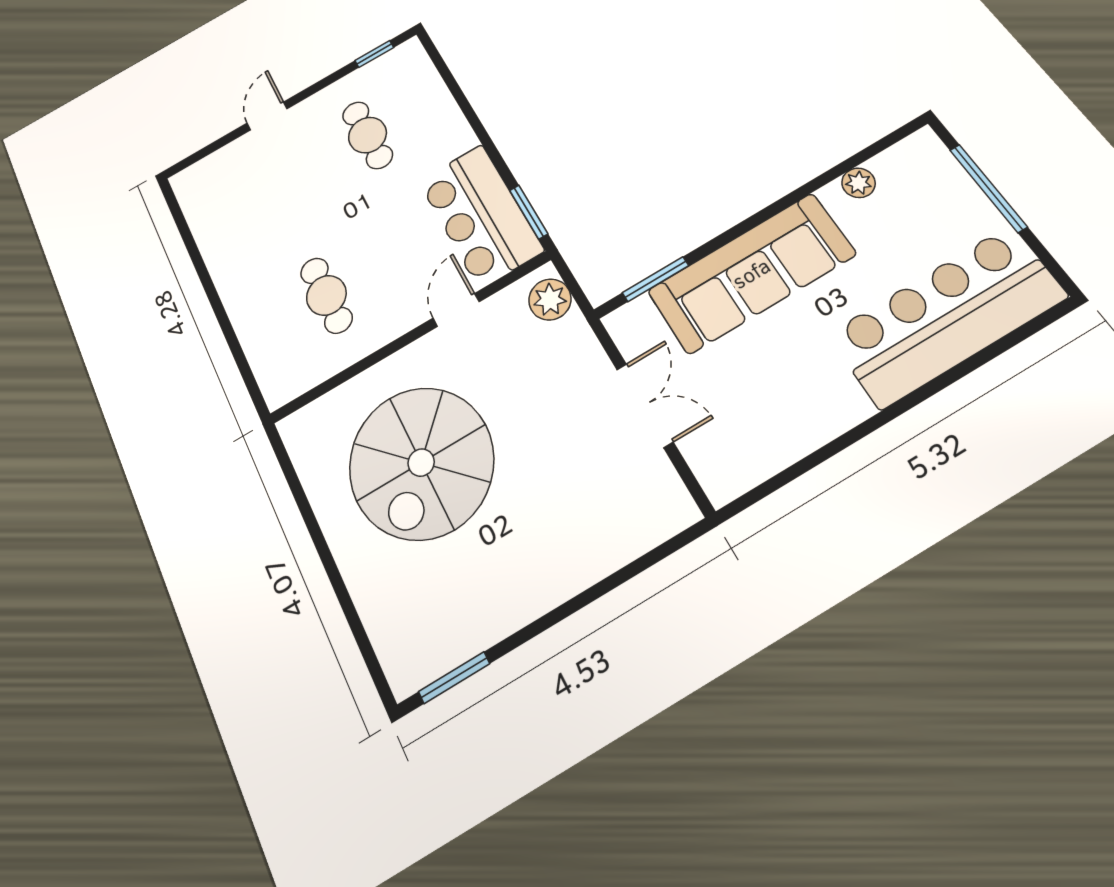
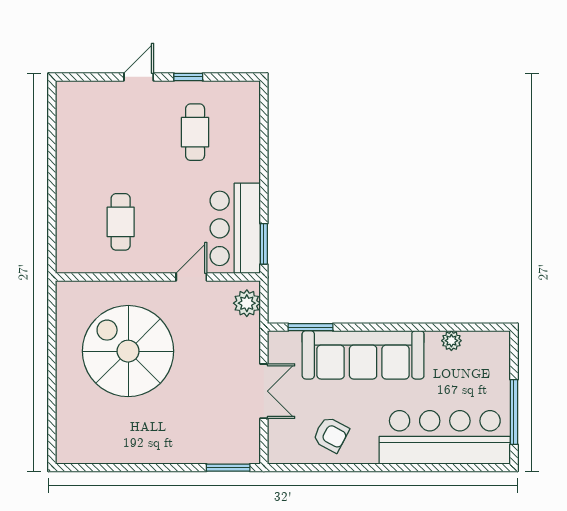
window: (374, 54) -> (188, 77), moved
window: (988, 188) -> (514, 412), moved
armchair: (780, 411) -> (331, 435), added
spiral stairs: (421, 463) -> (128, 351), turned 90
window: (454, 678) -> (228, 468), moved

